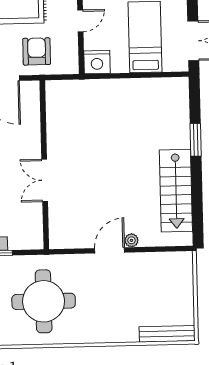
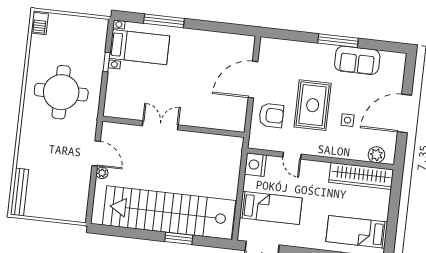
wall: (44, 165) -> (173, 127), moved
double door: (45, 180) -> (160, 125), moved
stairs: (176, 191) -> (169, 213), width x1.86, depth x1.51

